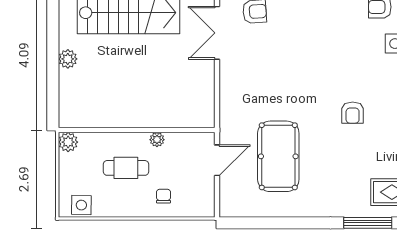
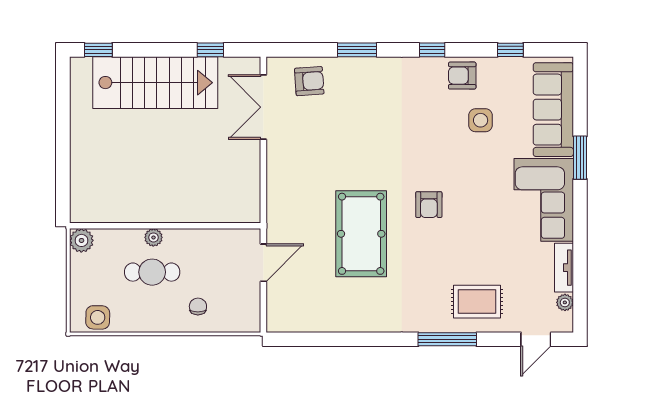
plant: (68, 59) -> (81, 139), removed
plant: (157, 140) -> (153, 237), moved
pool table: (278, 156) -> (361, 234), moved

